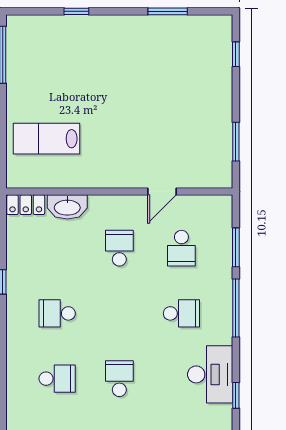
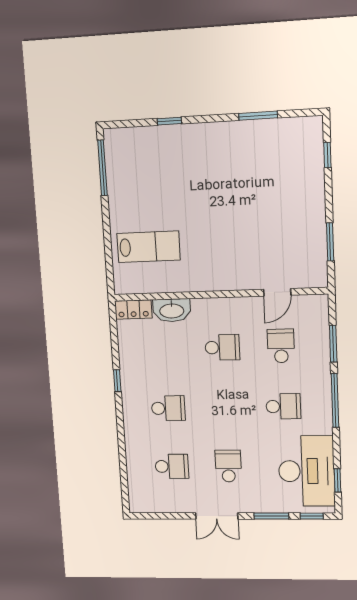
lab bench: (46, 139) -> (148, 247), turned 180
door: (162, 192) -> (277, 292), moved
school desk: (119, 248) -> (222, 347), turned 90
school desk: (181, 248) -> (281, 346), turned 180
school desk: (57, 313) -> (168, 408), turned 180
desk: (210, 374) -> (306, 471), width x1.36, depth x1.30

